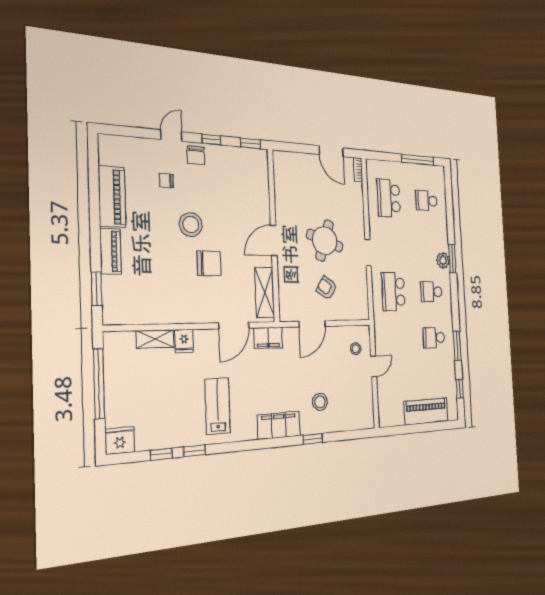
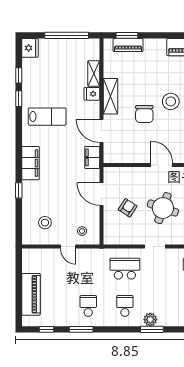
piano: (110, 251) -> (128, 45), moved
shelving: (265, 292) -> (110, 96), moved, turned 90
stool: (320, 402) -> (45, 223), moved

